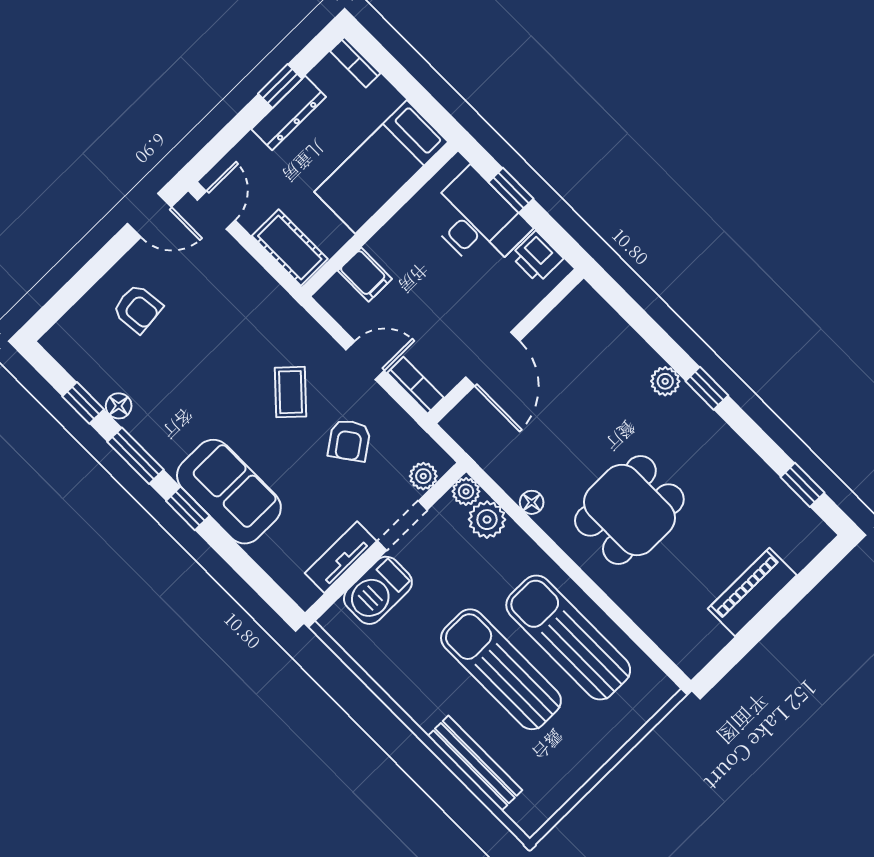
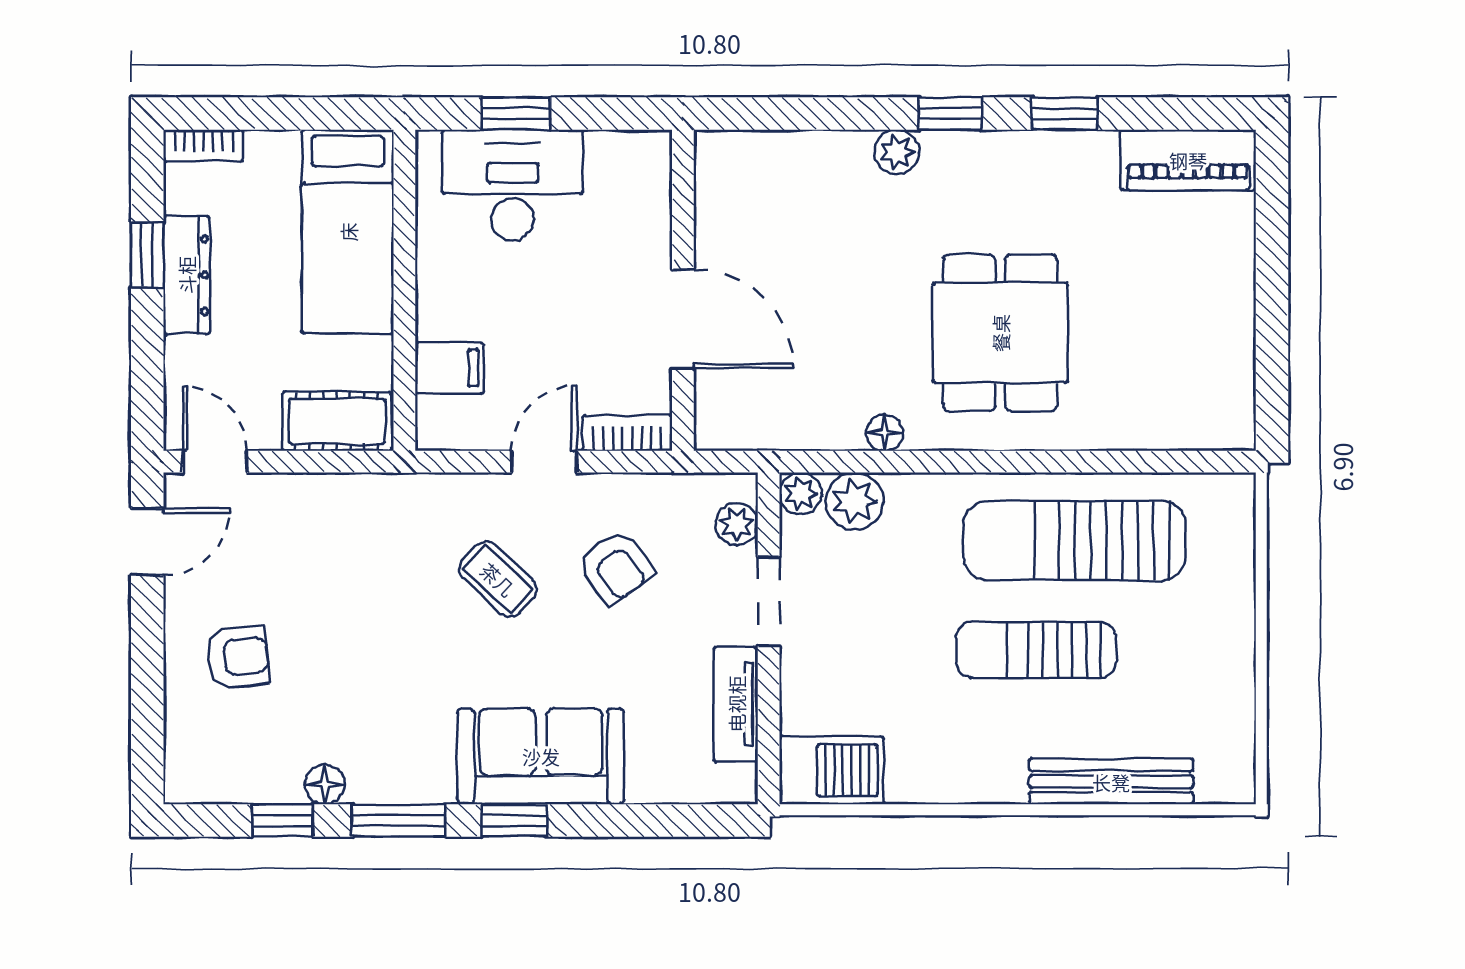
printer: (537, 257) -> (618, 158), removed
window: (802, 485) -> (1065, 114), moved
barbecue: (378, 590) -> (832, 770), moved, turned -90
piano: (752, 592) -> (1188, 160), moved, turned -90
sun lounger: (501, 669) -> (1036, 650), width x0.73, depth x0.75

